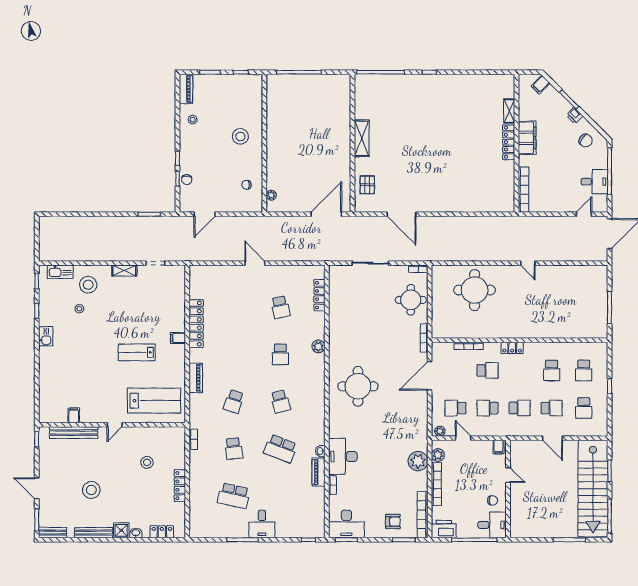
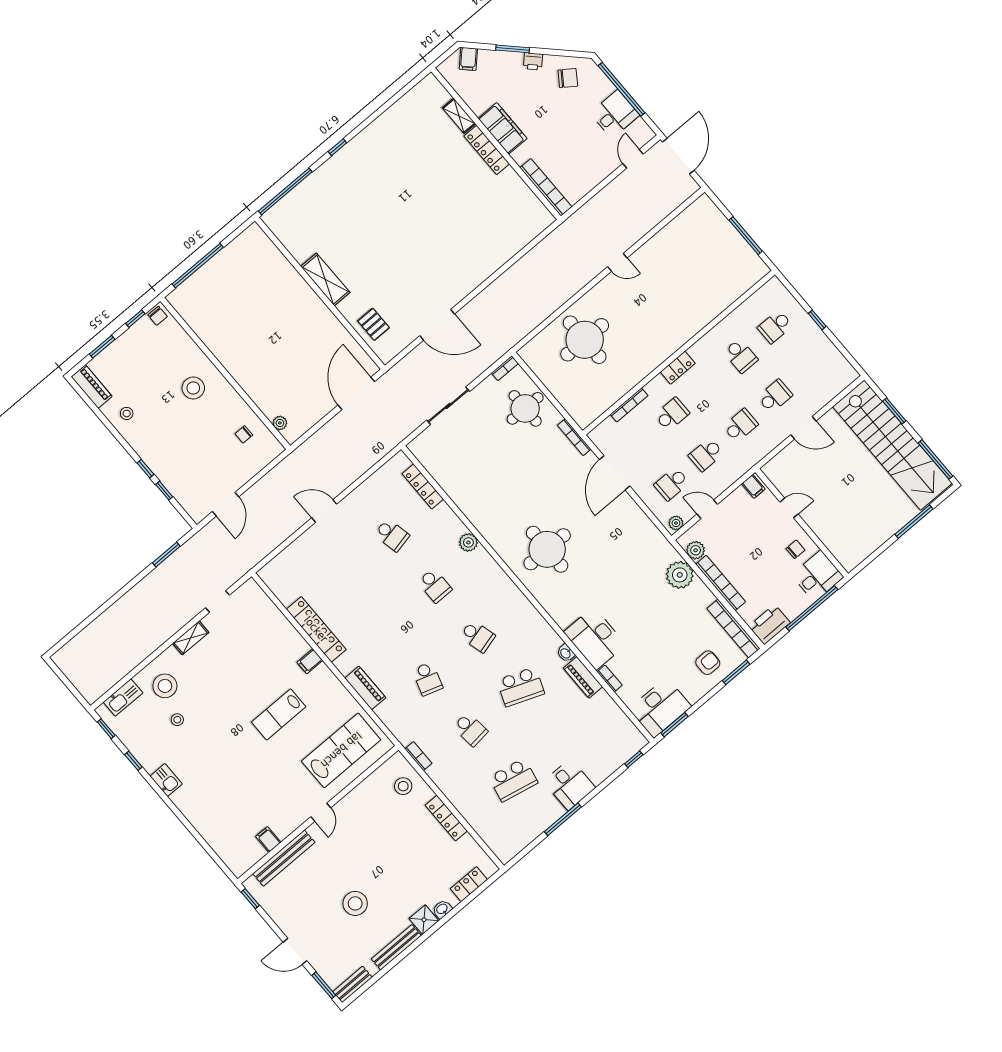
chair: (187, 180) -> (158, 316), moved
school desk: (584, 370) -> (775, 327), turned 90
school desk: (584, 408) -> (809, 367), removed
stool: (147, 462) -> (403, 786), moved

